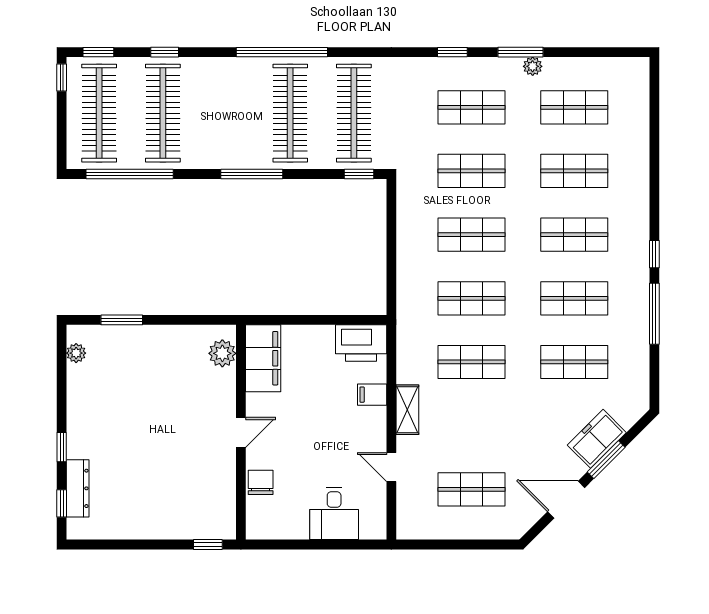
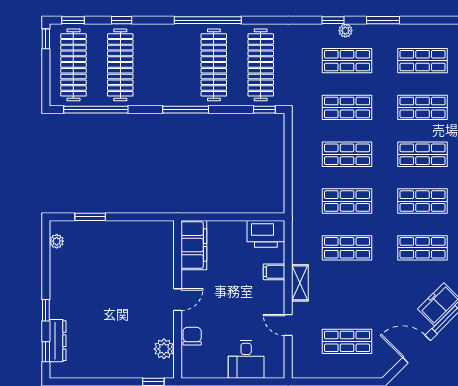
plant: (533, 66) -> (345, 31), moved
plant: (222, 353) -> (164, 349), moved

